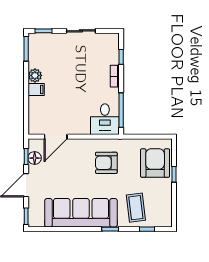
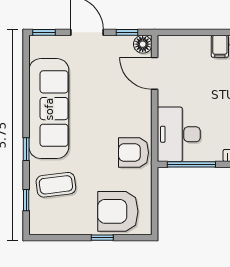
desk: (105, 119) -> (179, 134), width x1.37
floor lamp: (35, 158) -> (143, 44), moved
armchair: (106, 163) -> (134, 152), moved, turned -90
armchair: (155, 163) -> (118, 211), turned 180

